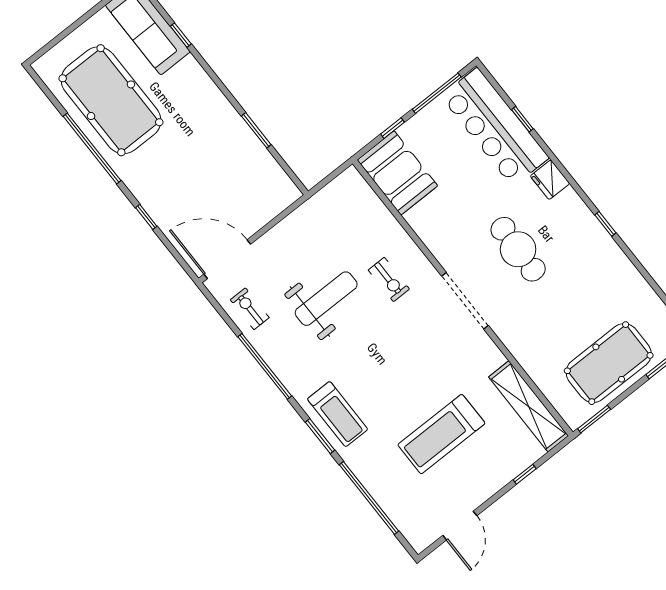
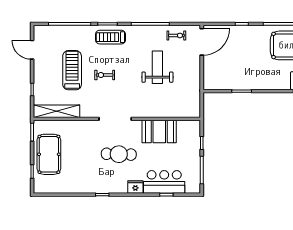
bar counter: (495, 127) -> (164, 182), width x0.73
booth: (397, 173) -> (159, 132), moved
exercise bike: (389, 280) -> (105, 75), moved
weight bench: (326, 299) -> (157, 67), turned 180

